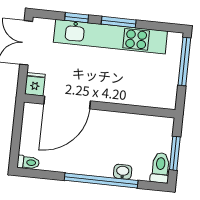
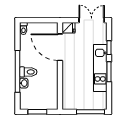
kitchen unit: (110, 37) -> (100, 68), width x0.73
toilet: (160, 168) -> (28, 72), moved

